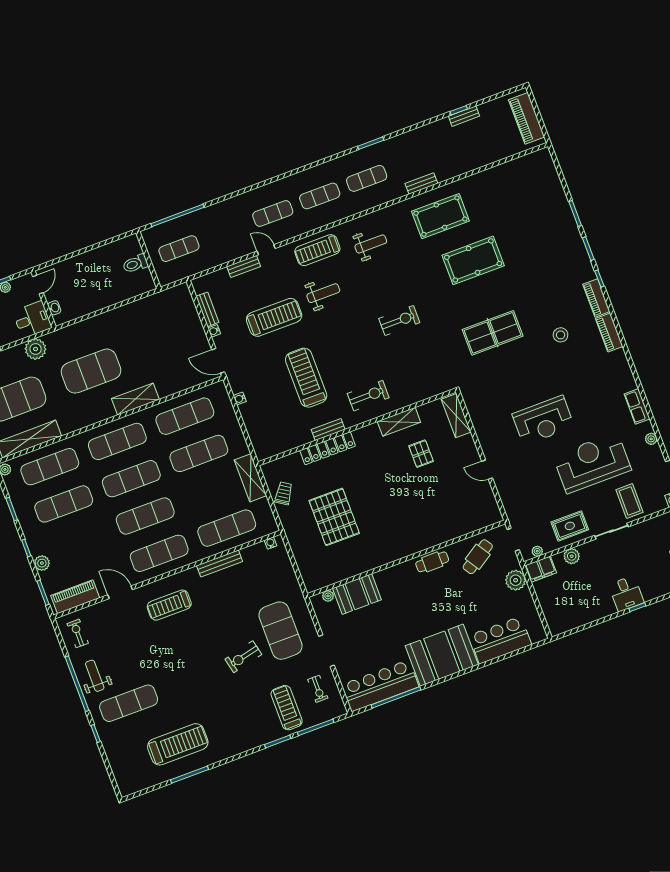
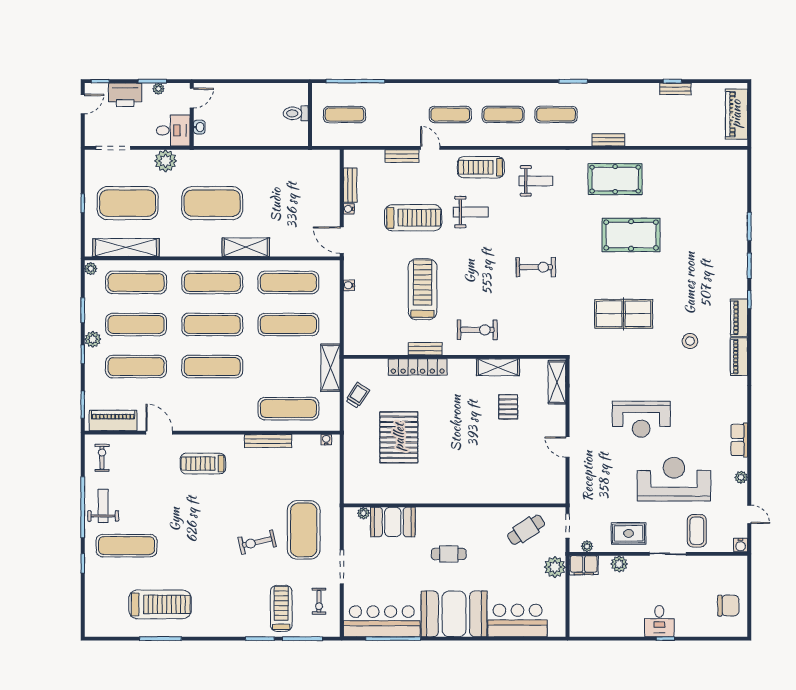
exercise mat: (159, 553) -> (136, 367), moved
cafe table: (432, 562) -> (449, 554), moved
plant: (42, 563) -> (93, 339), moved

